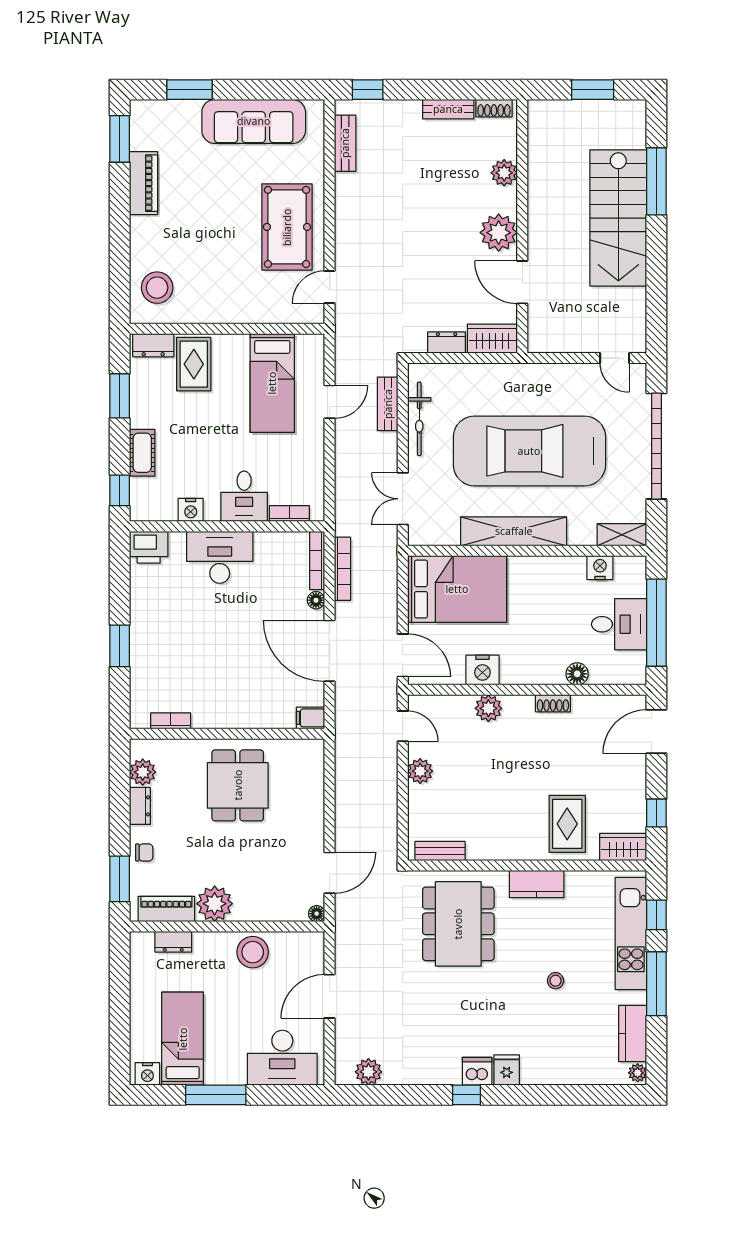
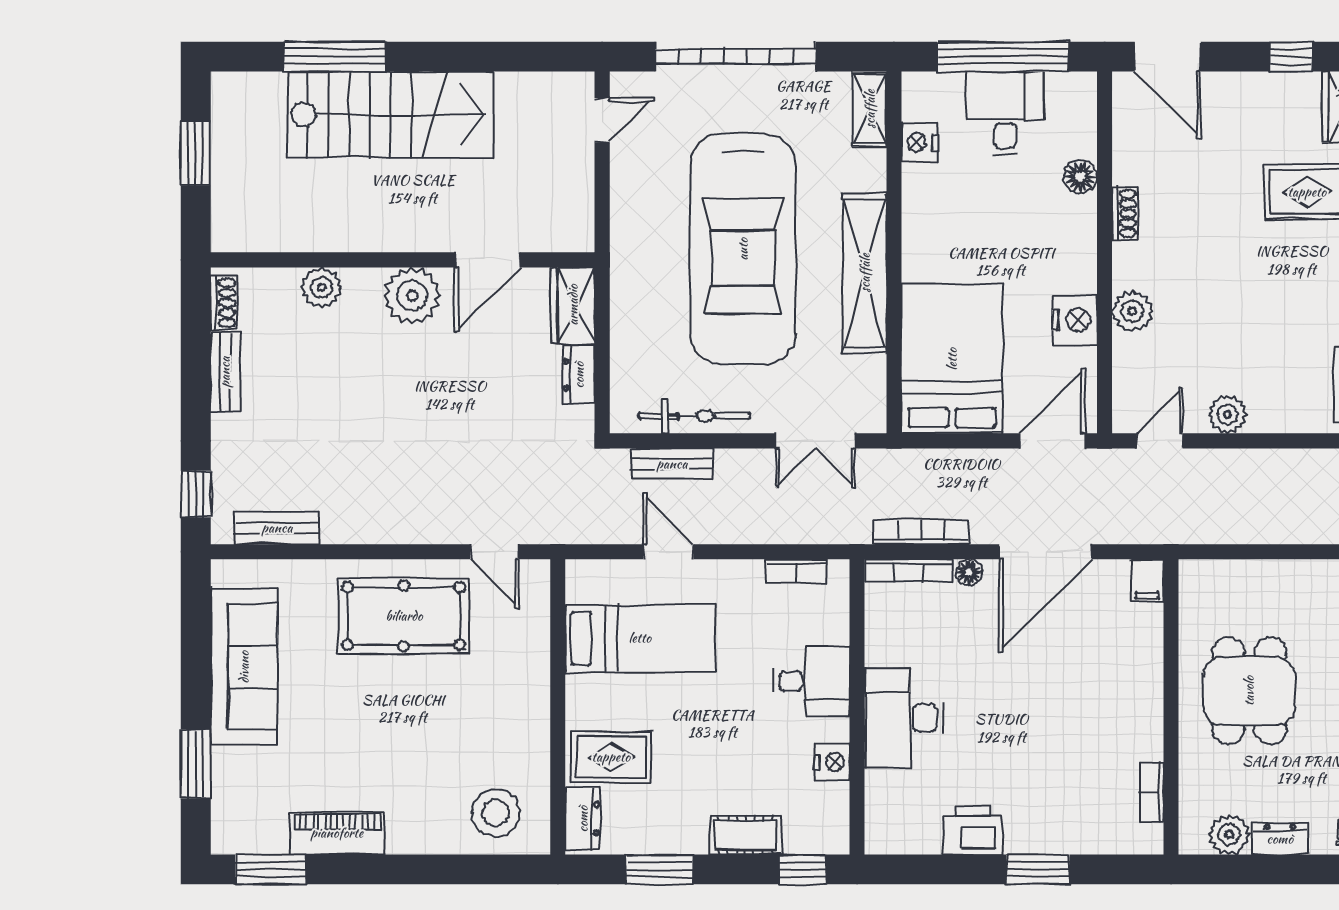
bookcase: (289, 514) -> (796, 571), moved, turned -90
printer: (149, 547) -> (973, 831), moved, turned -90
dining table: (238, 785) -> (1249, 691), turned 90

